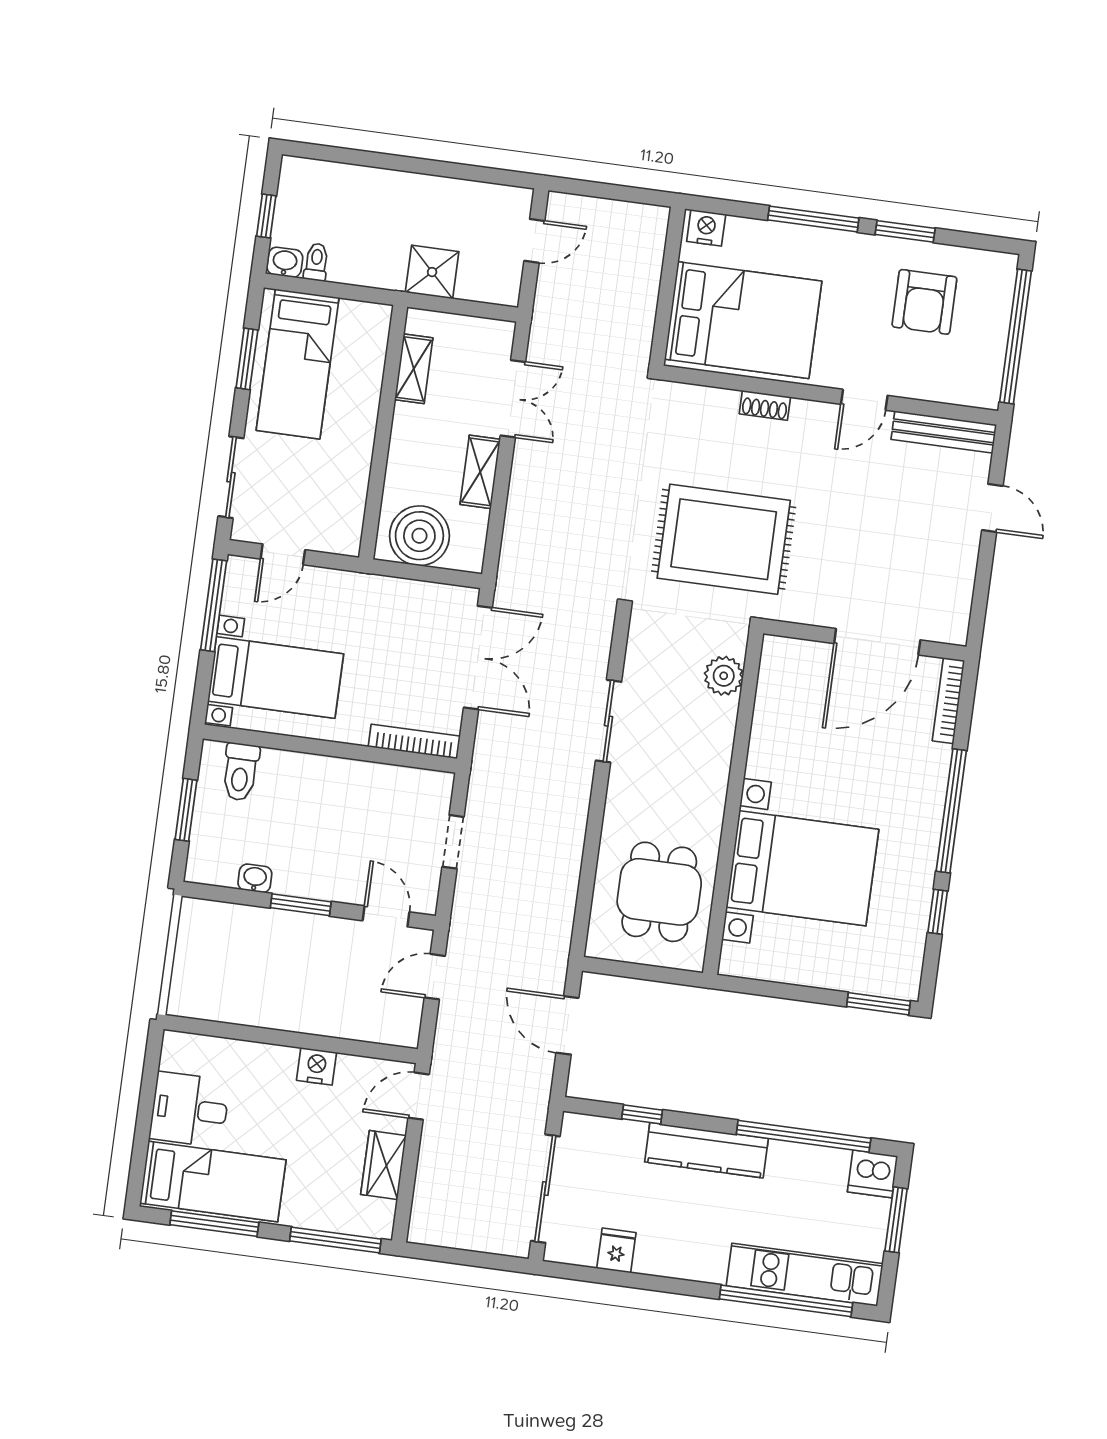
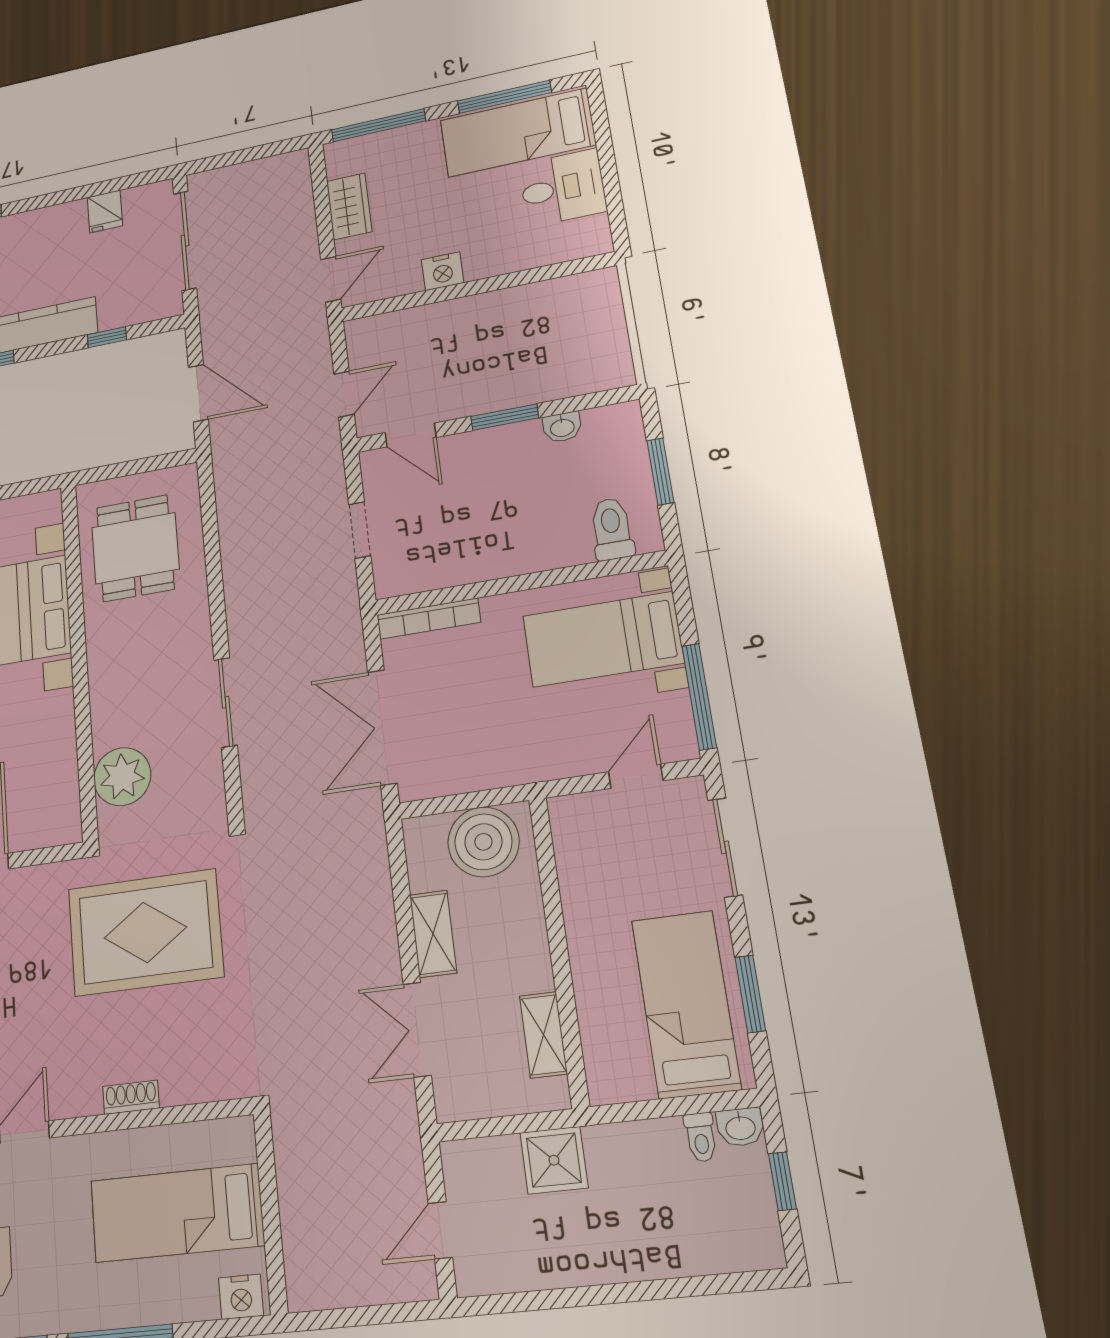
bed: (743, 320) -> (177, 1213), width x0.67
plant: (724, 676) -> (122, 777), width x1.36, depth x1.36

